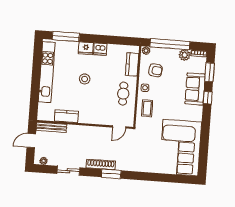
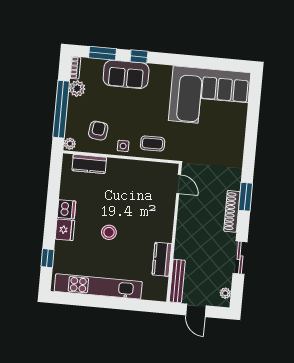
window: (66, 36) -> (48, 258), width x0.46
cafe table: (123, 94) -> (131, 177), removed

